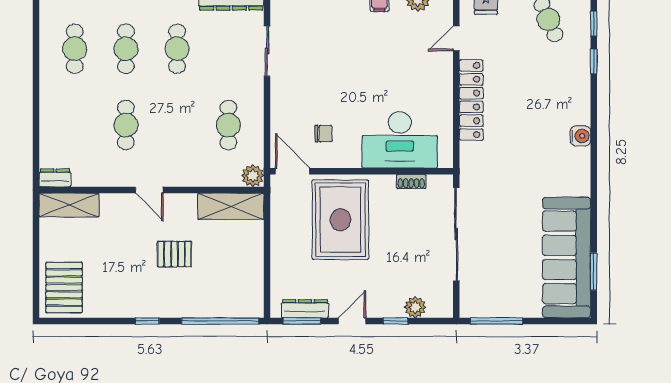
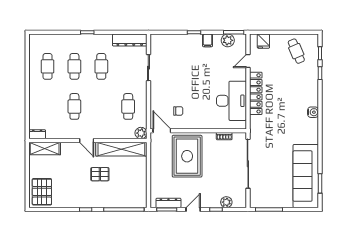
desk: (400, 140) -> (231, 101), moved, turned -90
shelving: (231, 206) -> (121, 149), width x1.47

